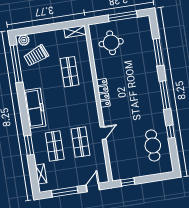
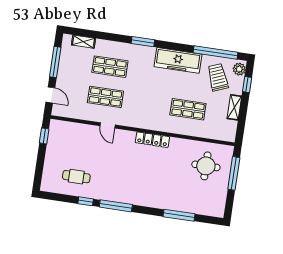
window: (123, 16) -> (234, 173), moved
window: (34, 30) -> (247, 84), added
shelving: (75, 31) -> (234, 107), moved
window: (165, 95) -> (116, 206), moved
freezer: (35, 108) -> (178, 60), moved
window: (29, 145) -> (143, 42), moved
cafe table: (153, 146) -> (76, 177), width x0.73, depth x0.74

